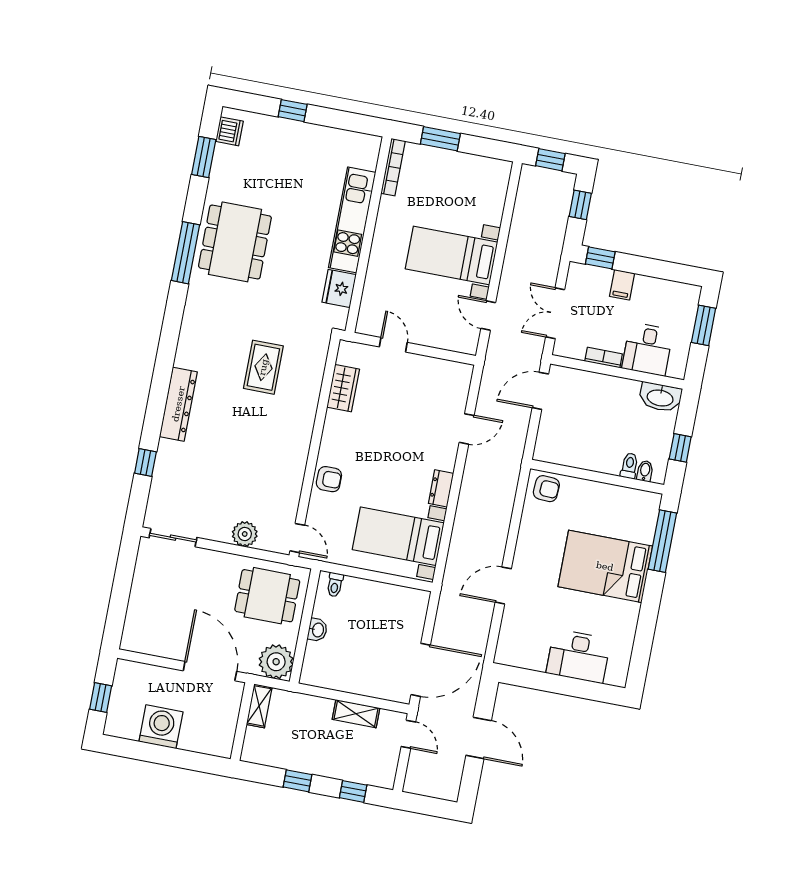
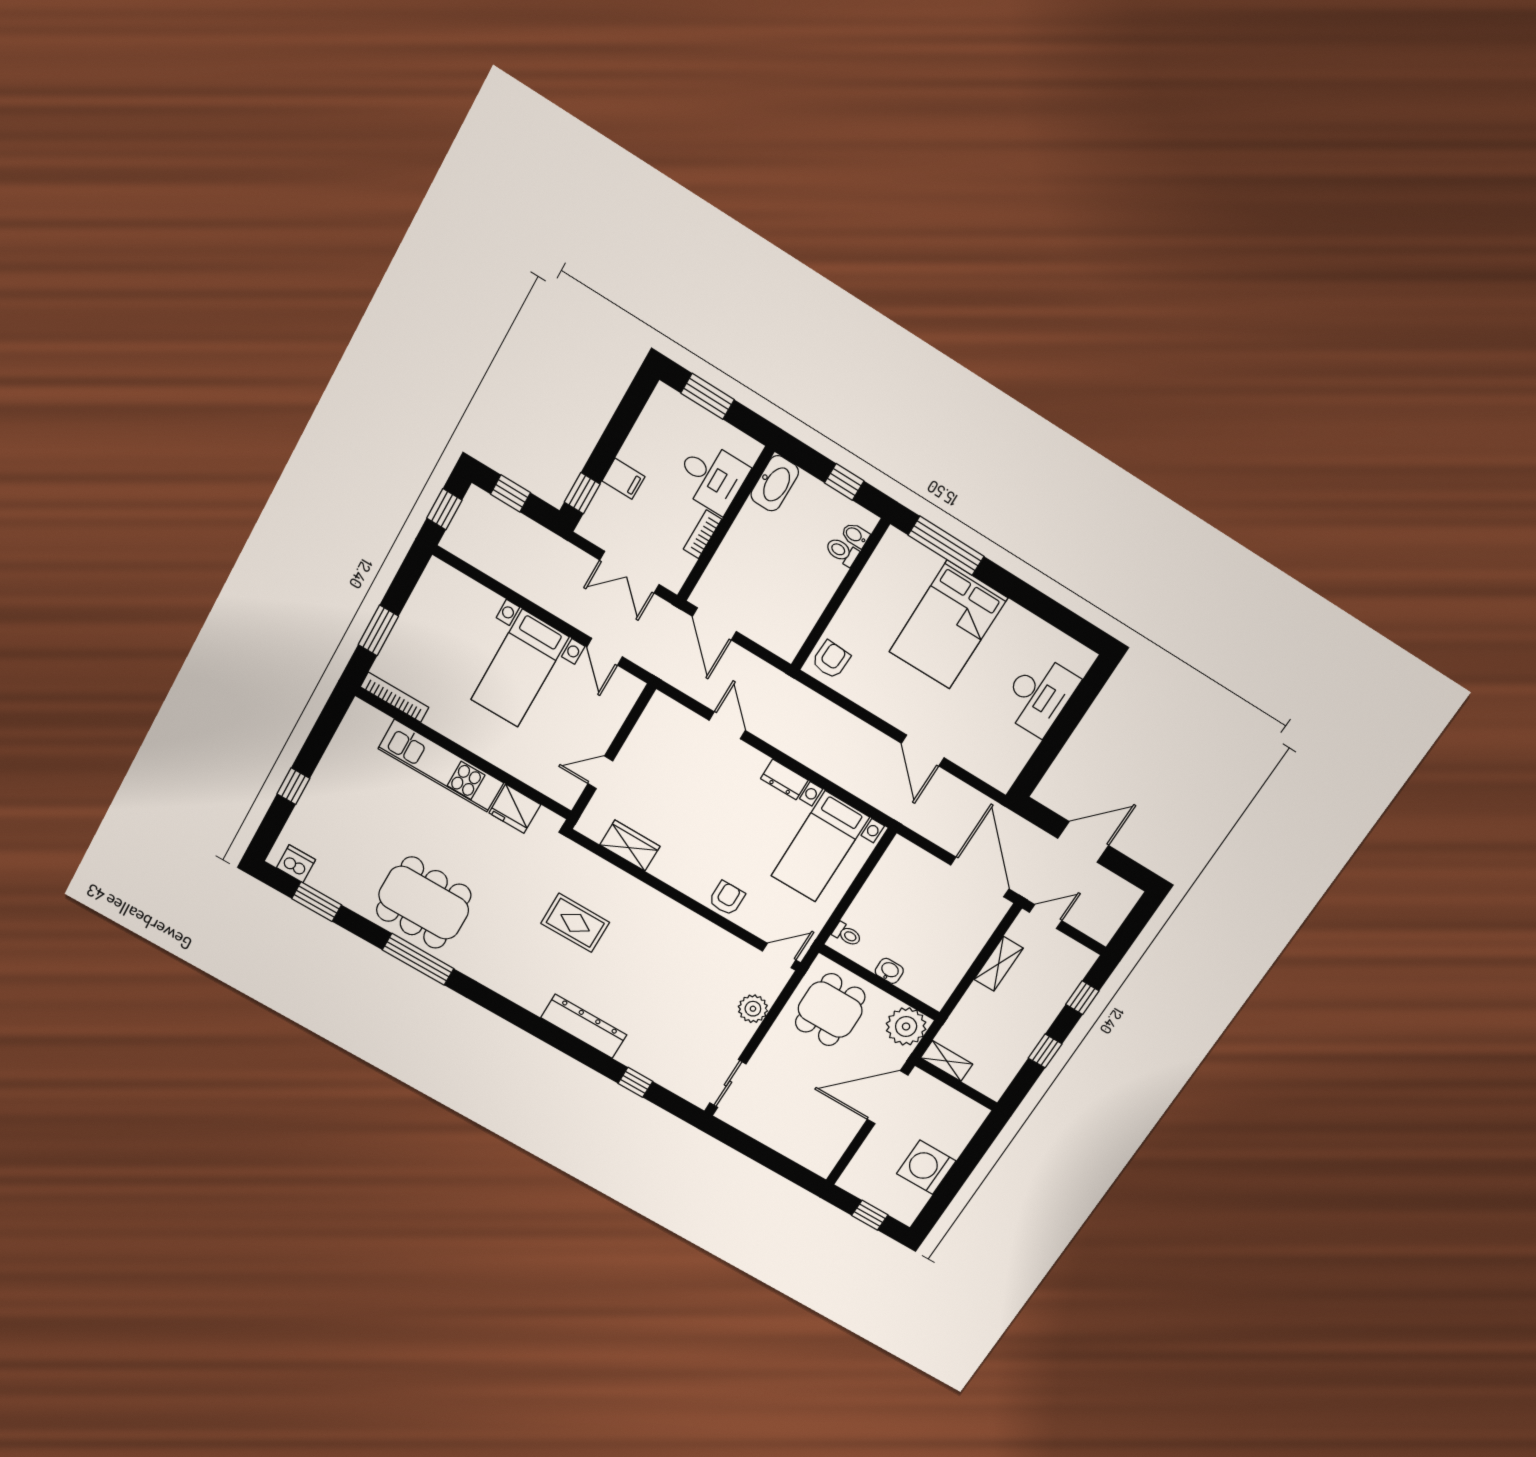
door: (488, 316) -> (605, 652), hinge flipped

